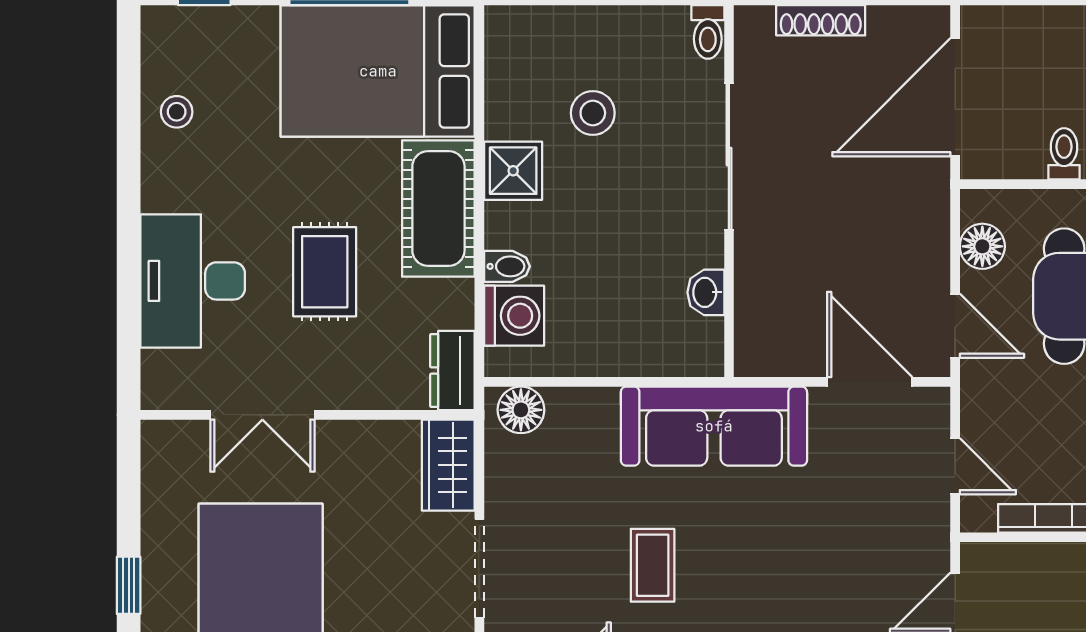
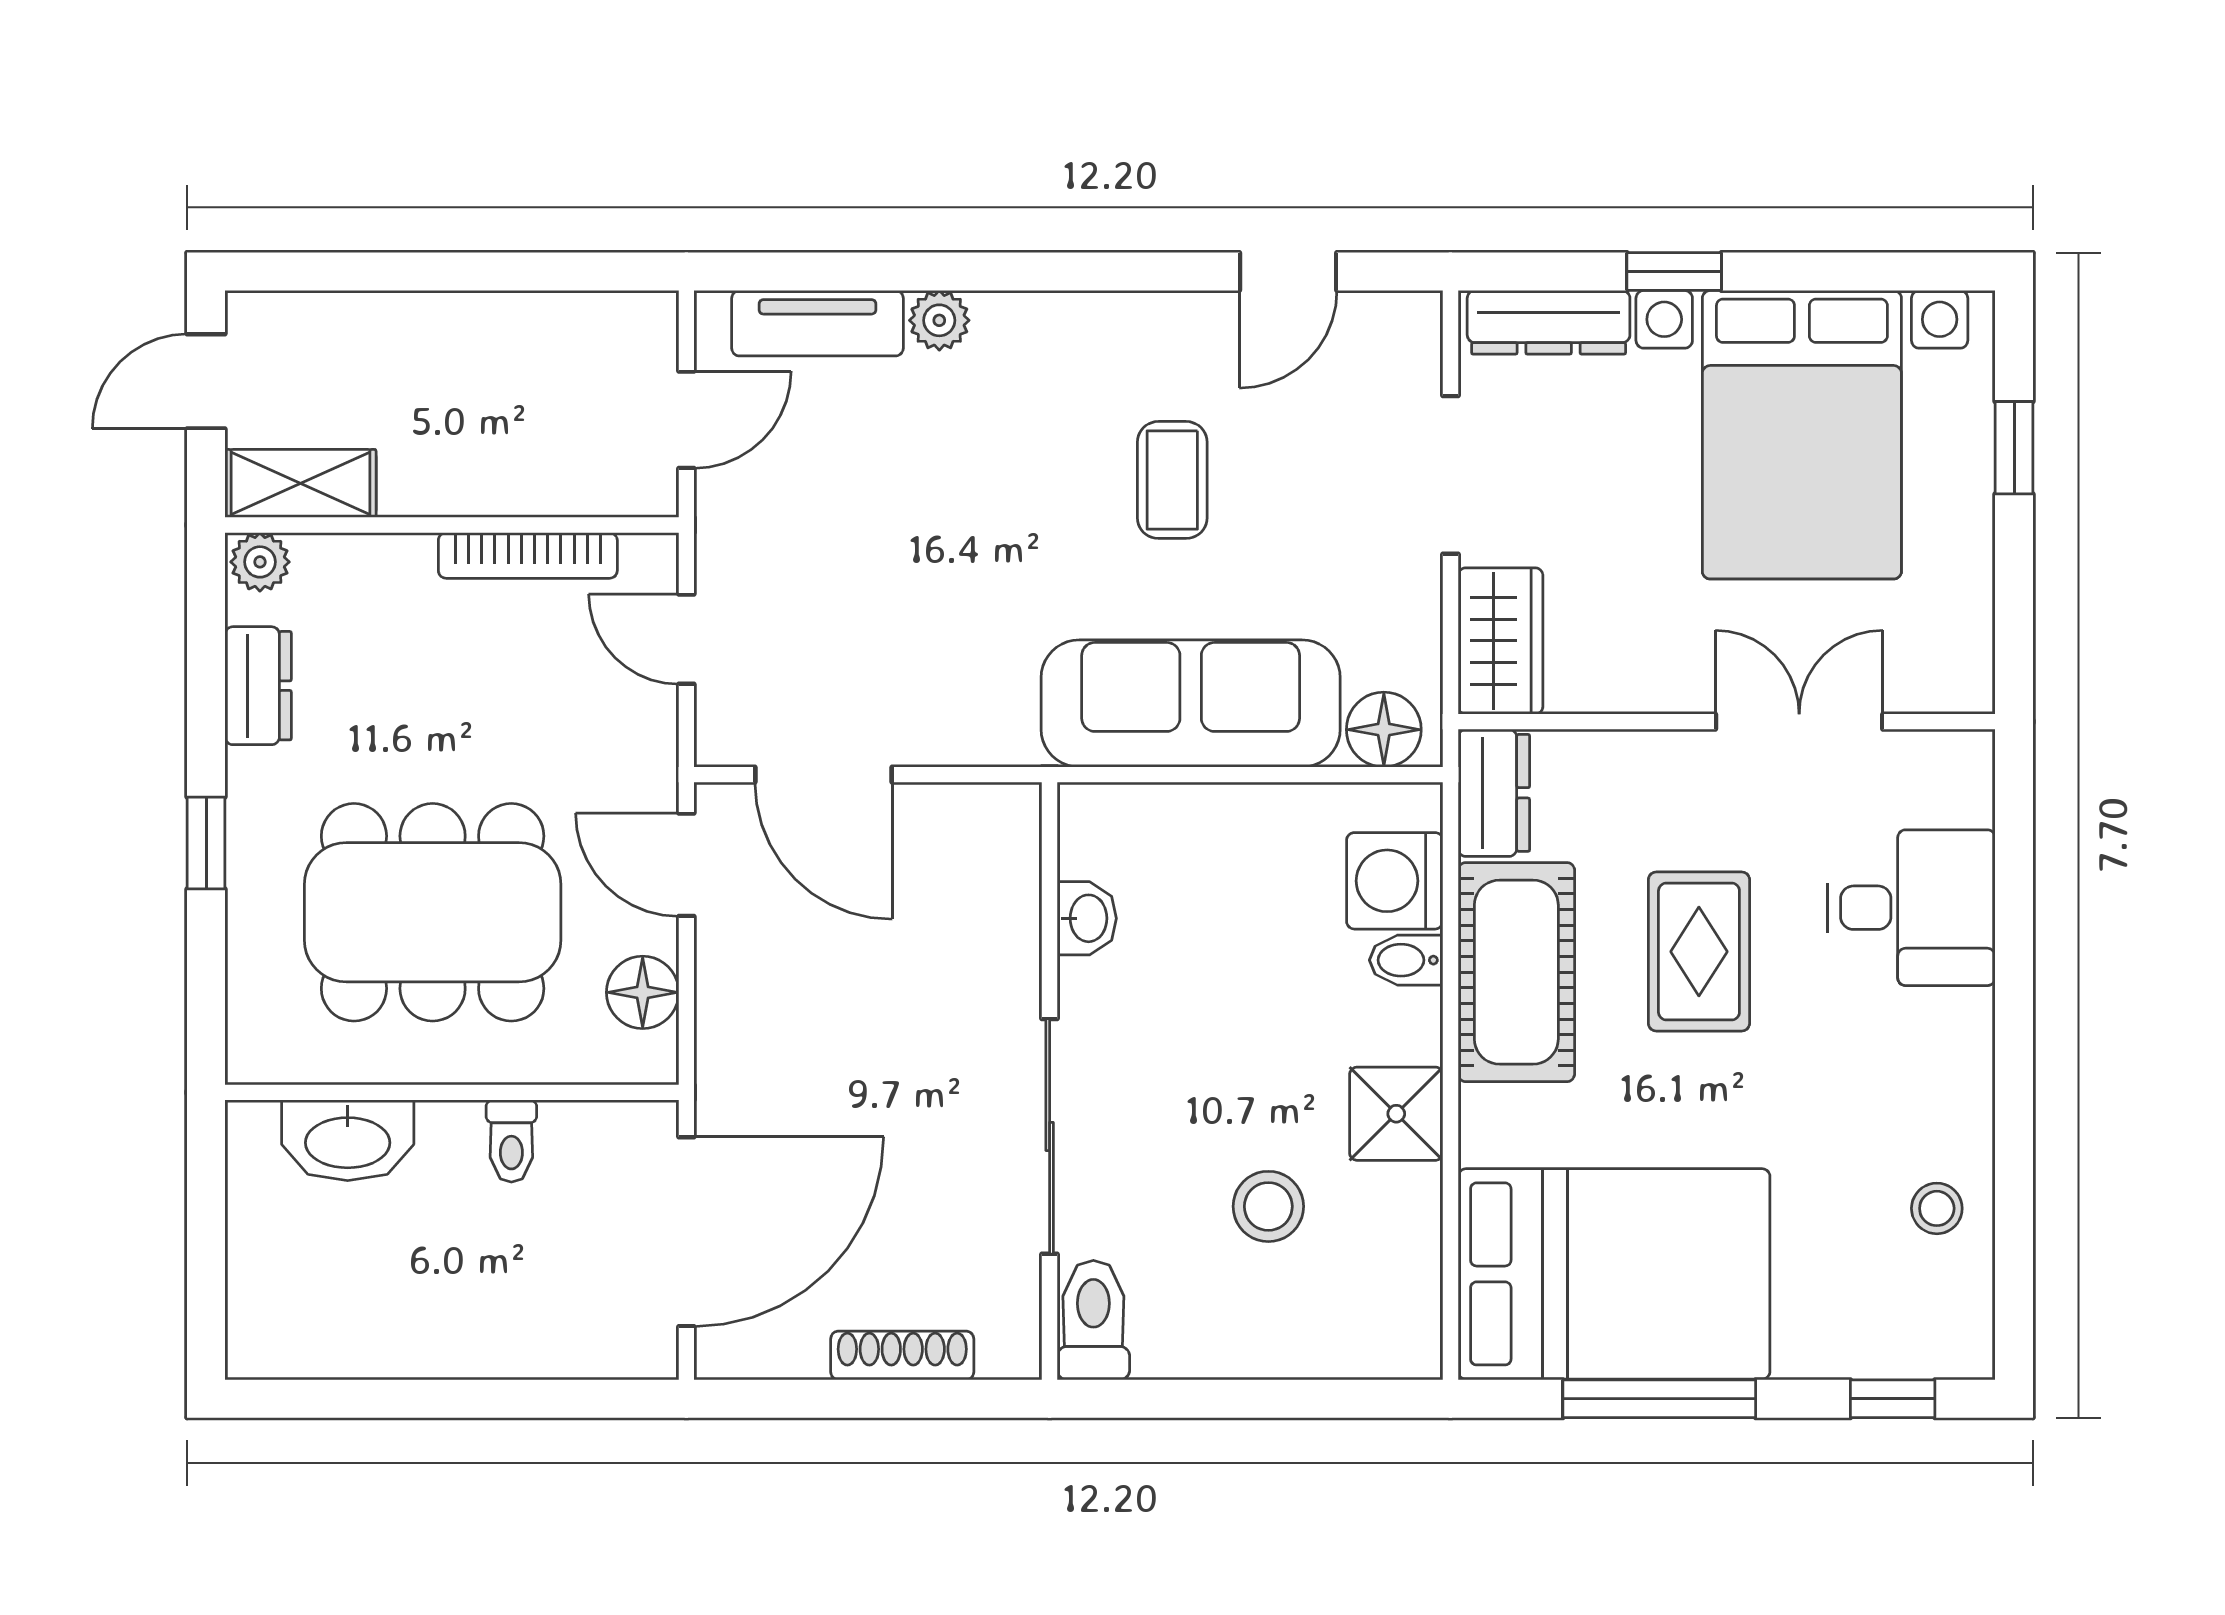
toilet: (708, 32) -> (1093, 1320), width x1.37, depth x1.39
cot: (438, 208) -> (1516, 972), moved
desk: (193, 281) -> (1911, 908), width x0.73
sofa: (714, 426) -> (1191, 703), moved

